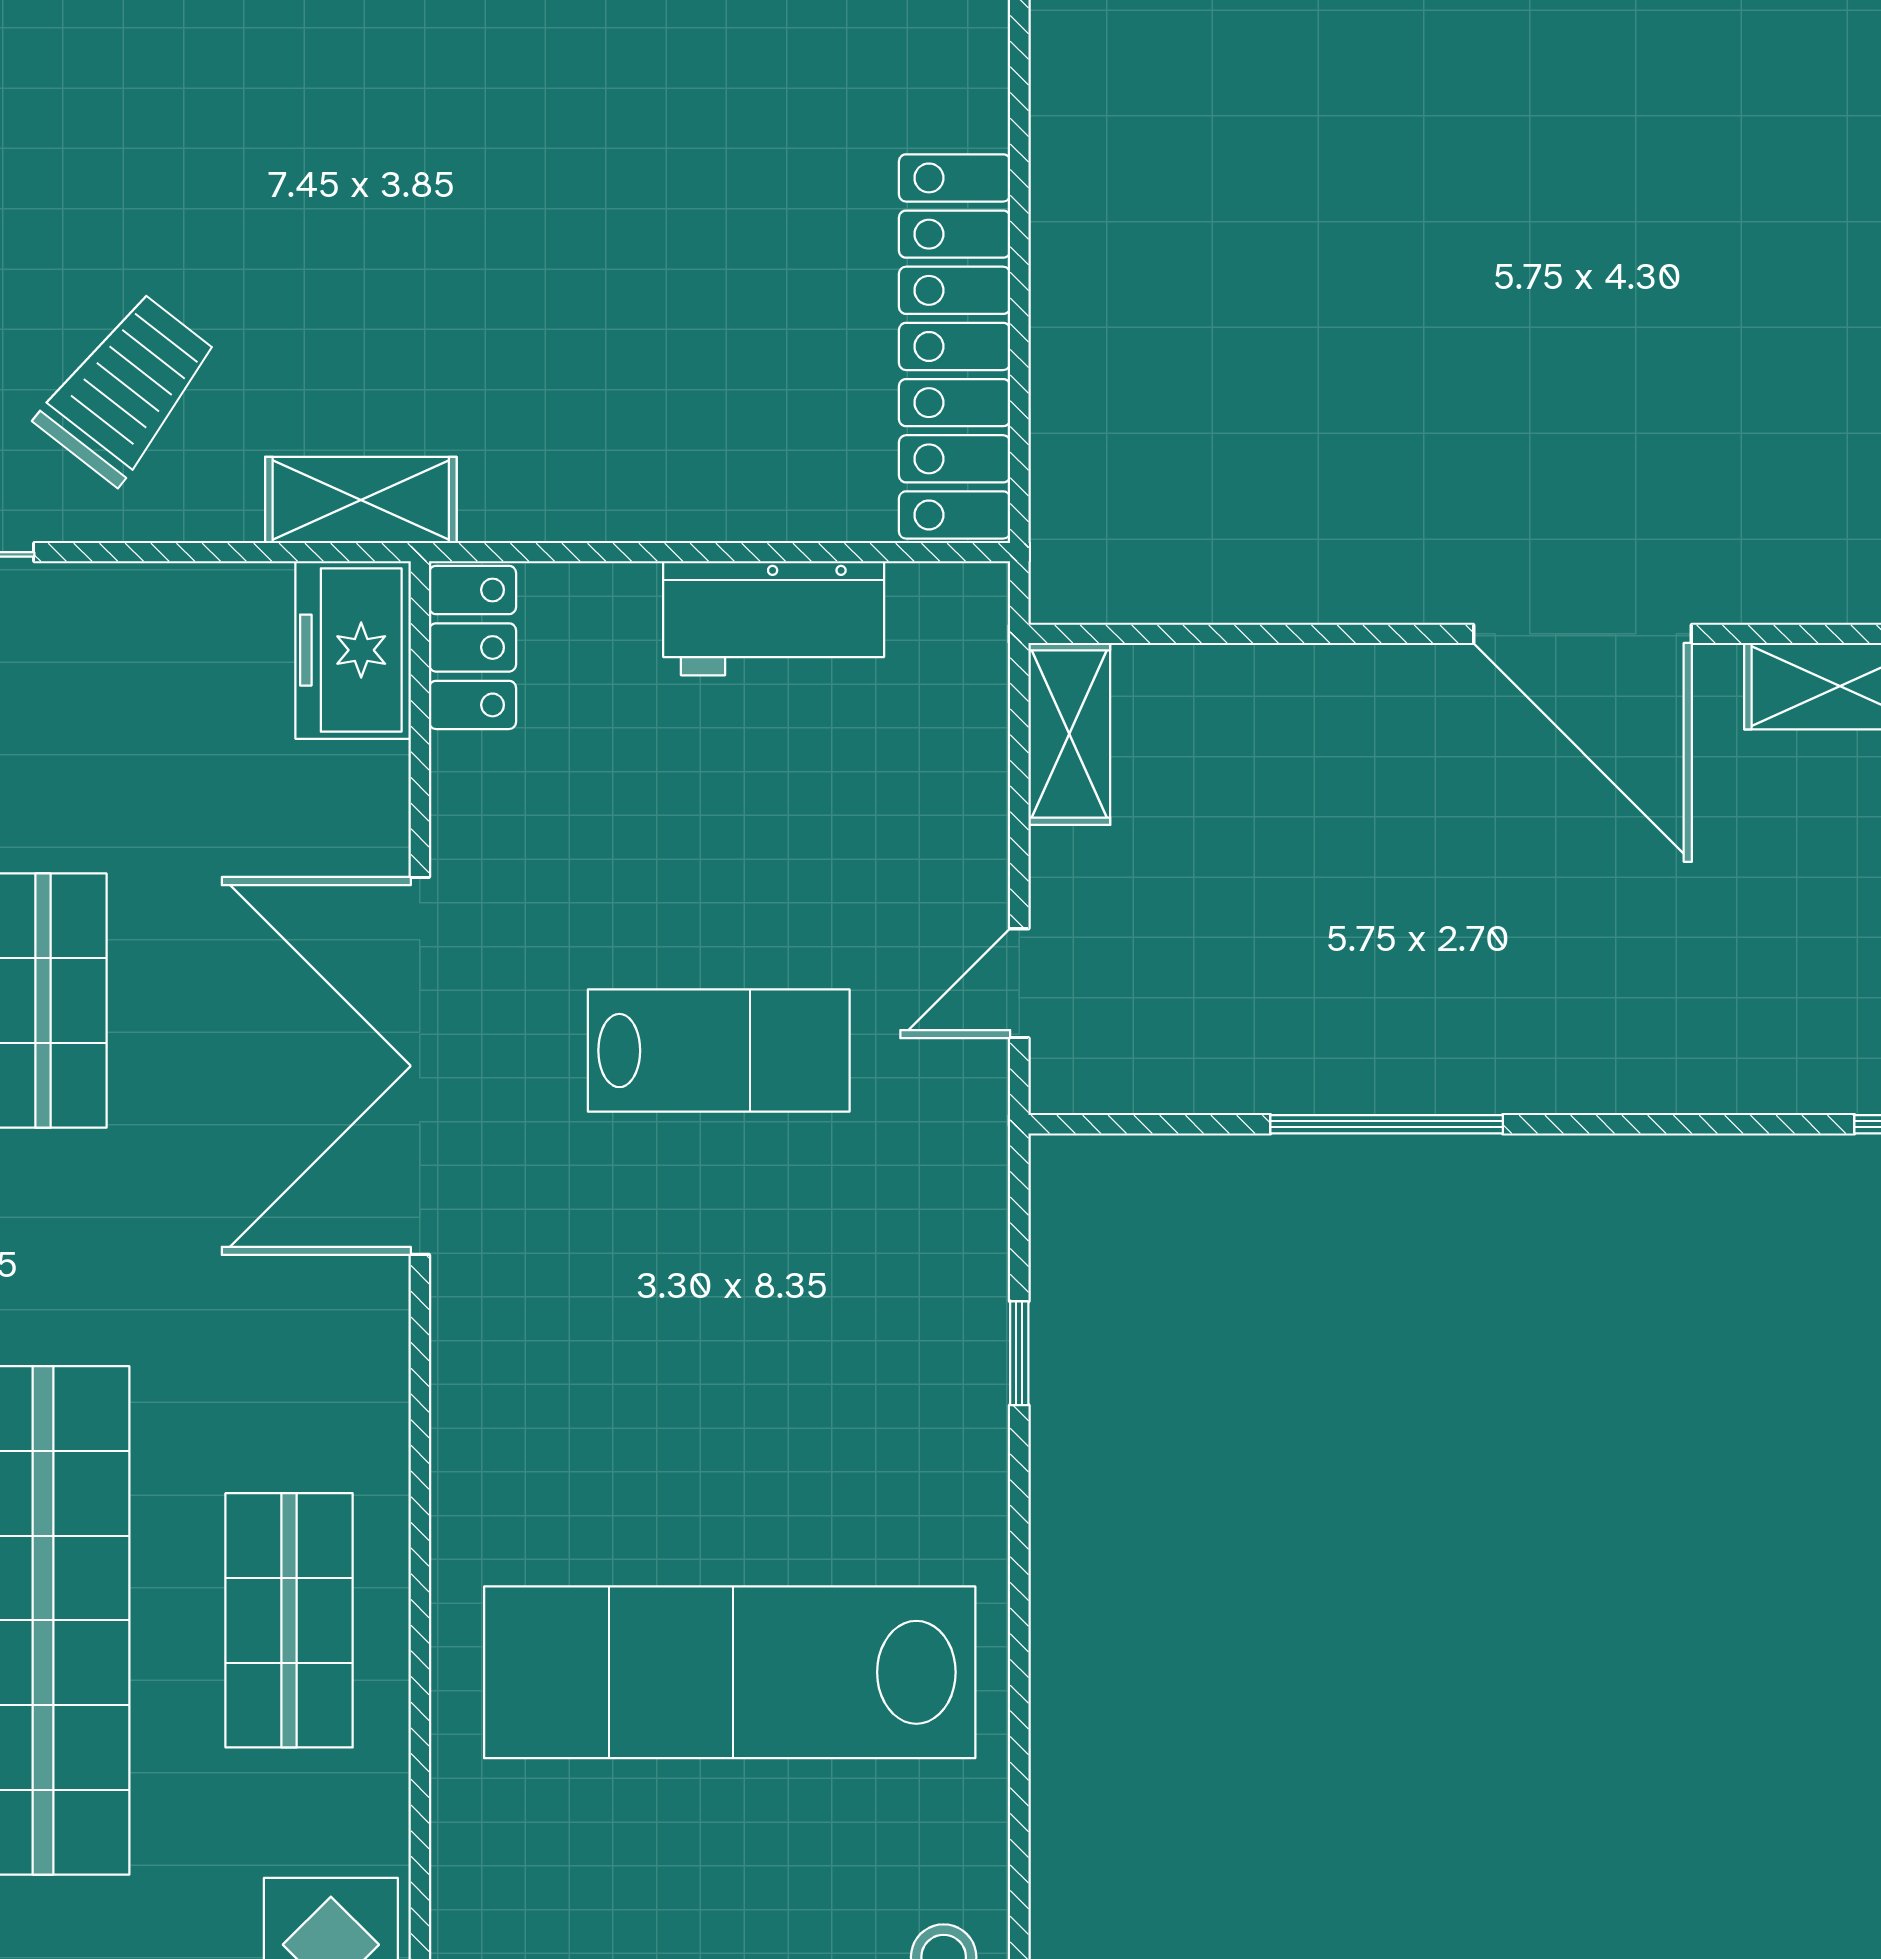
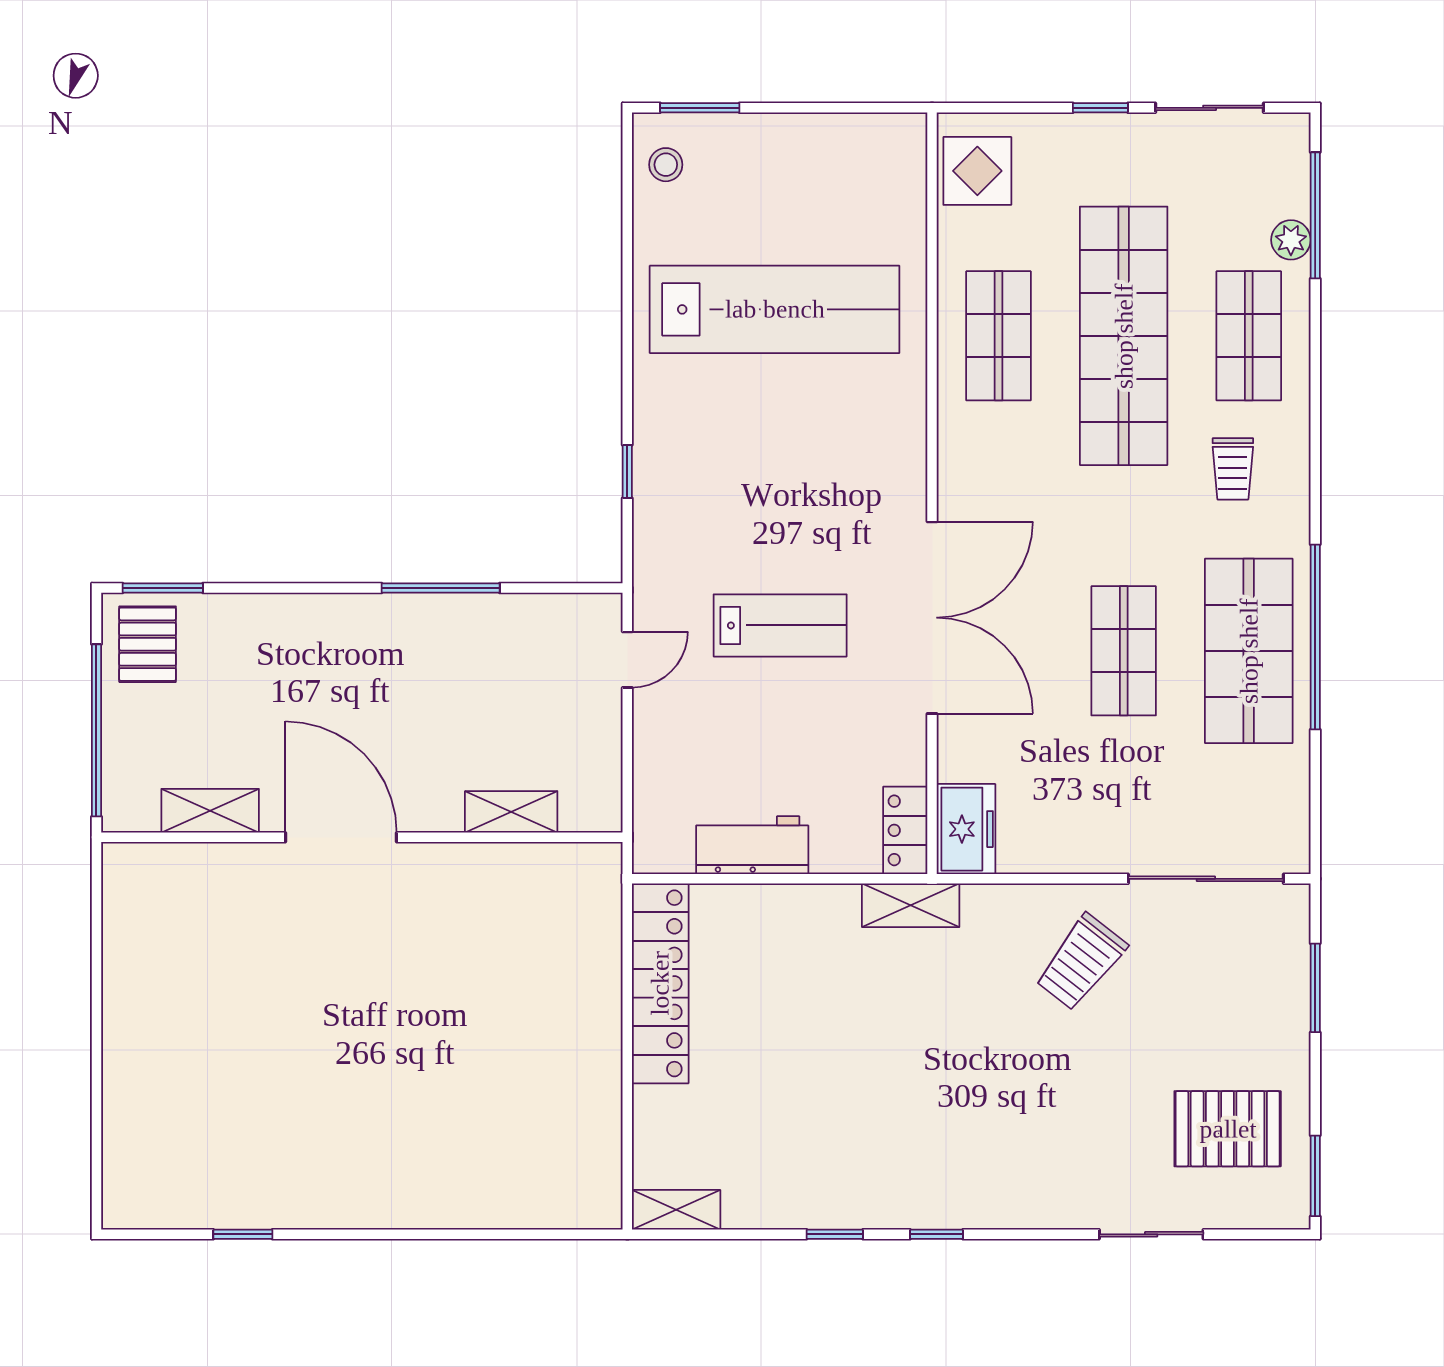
shelving: (361, 500) -> (911, 905), moved
shelving: (1069, 734) -> (511, 812), moved, turned 90
lab bench: (719, 1051) -> (780, 625), turned 180

